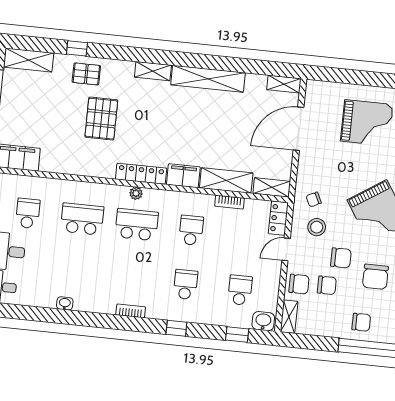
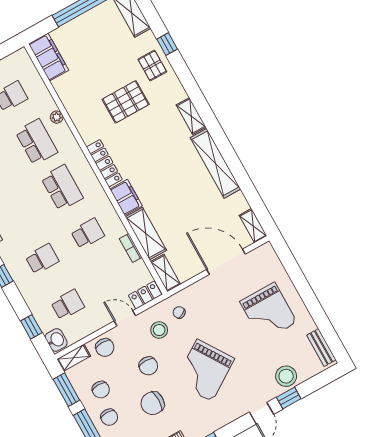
plant: (136, 193) -> (57, 117), moved
chair: (327, 285) -> (101, 390), moved
window: (312, 342) -> (66, 390), added

